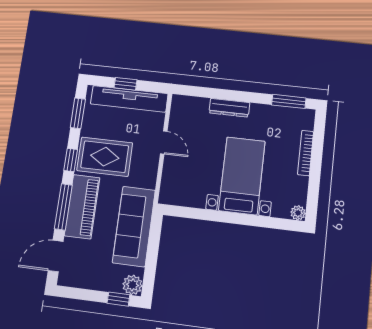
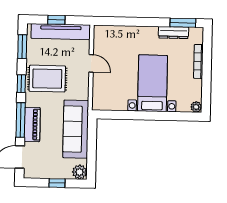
dresser: (229, 108) -> (173, 33), moved
piano: (82, 207) -> (32, 125), width x0.73, depth x0.75
window: (118, 299) -> (57, 183), moved

